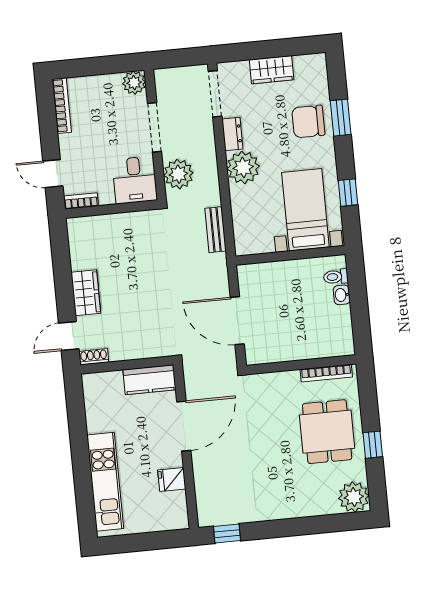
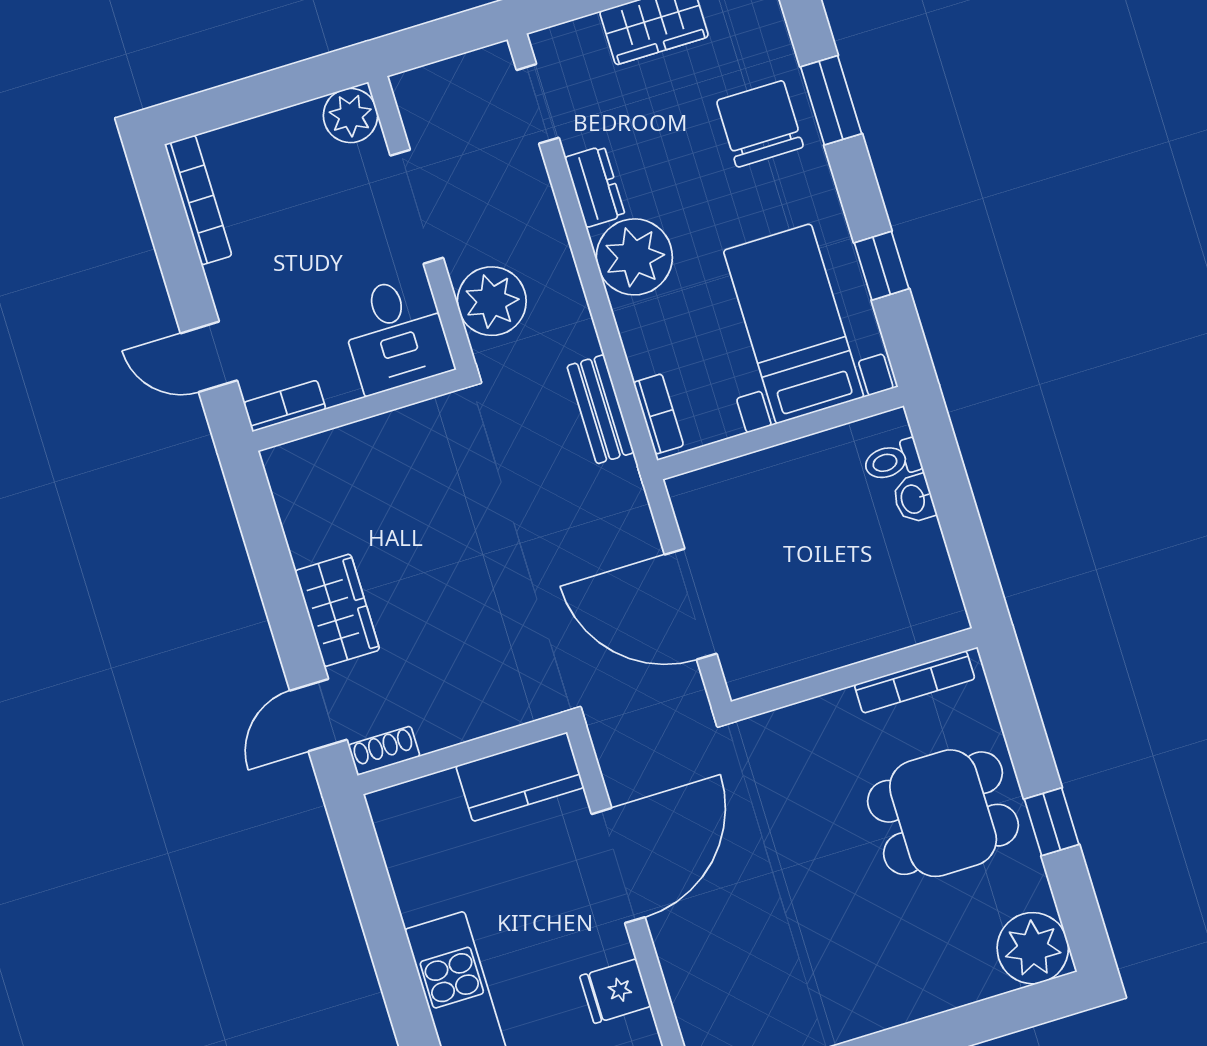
doorway: (215, 94) -> (538, 104), width x0.73
chair: (308, 121) -> (760, 124), turned 90
bookcase: (240, 237) -> (658, 414), added
dining table: (327, 432) -> (943, 813), turned 90

